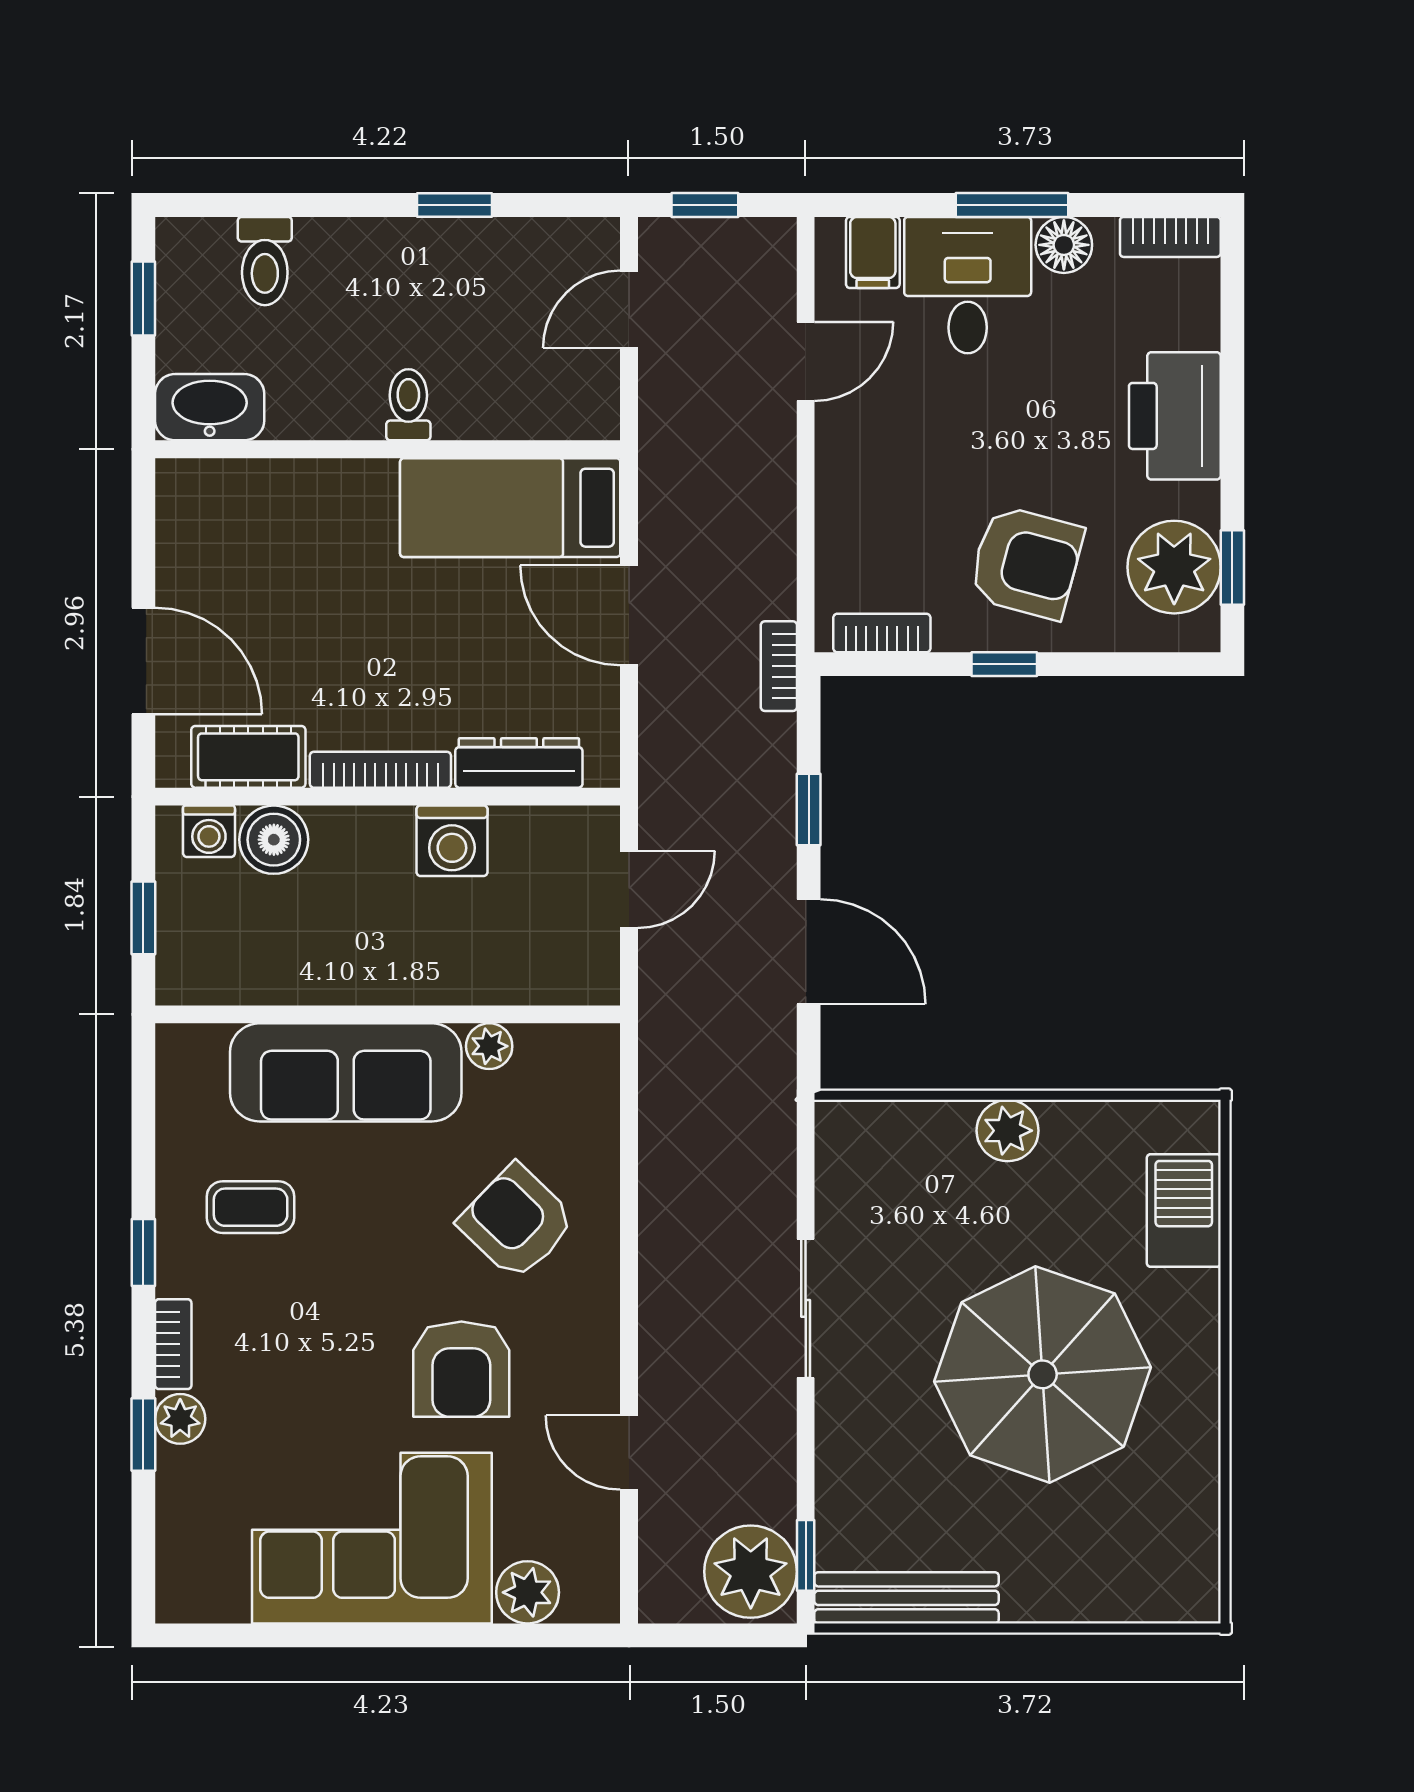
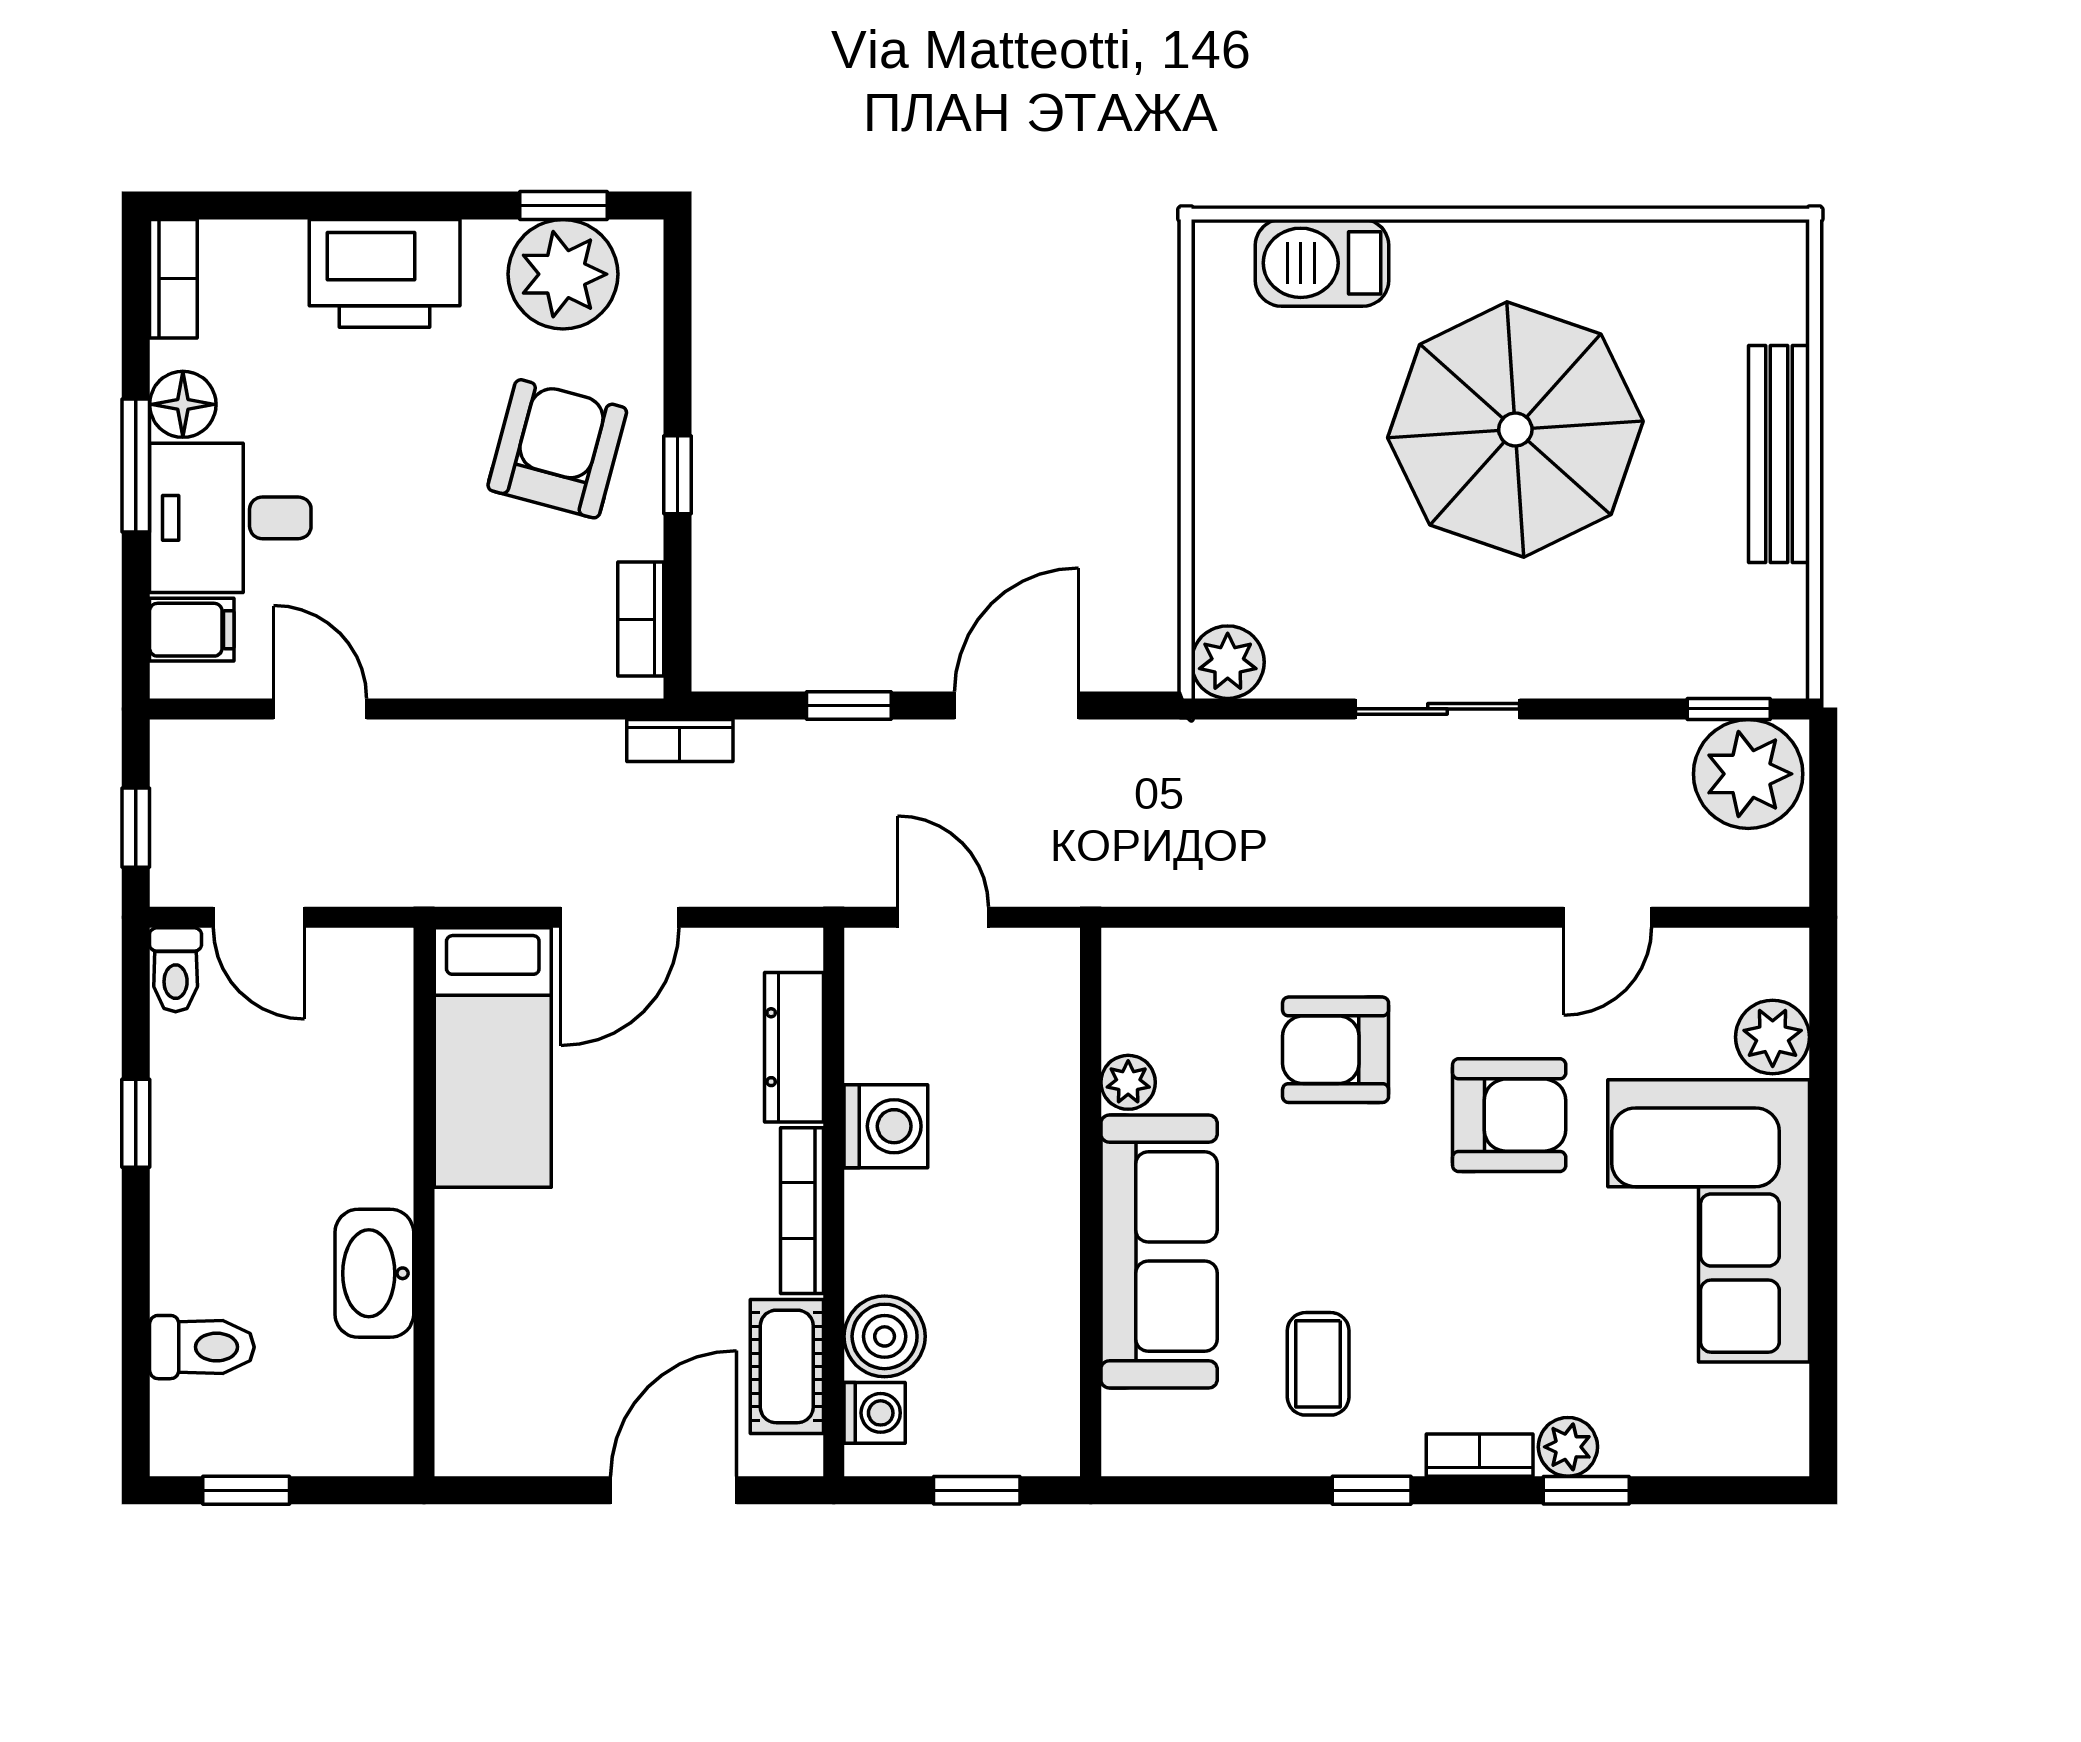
toilet: (408, 405) -> (176, 970), moved, turned -90
washbasin: (210, 407) -> (374, 1273), moved
plant: (1008, 1131) -> (1228, 662), moved
armchair: (517, 1222) -> (1336, 1050), turned 46
bench: (907, 1598) -> (1779, 454), moved

